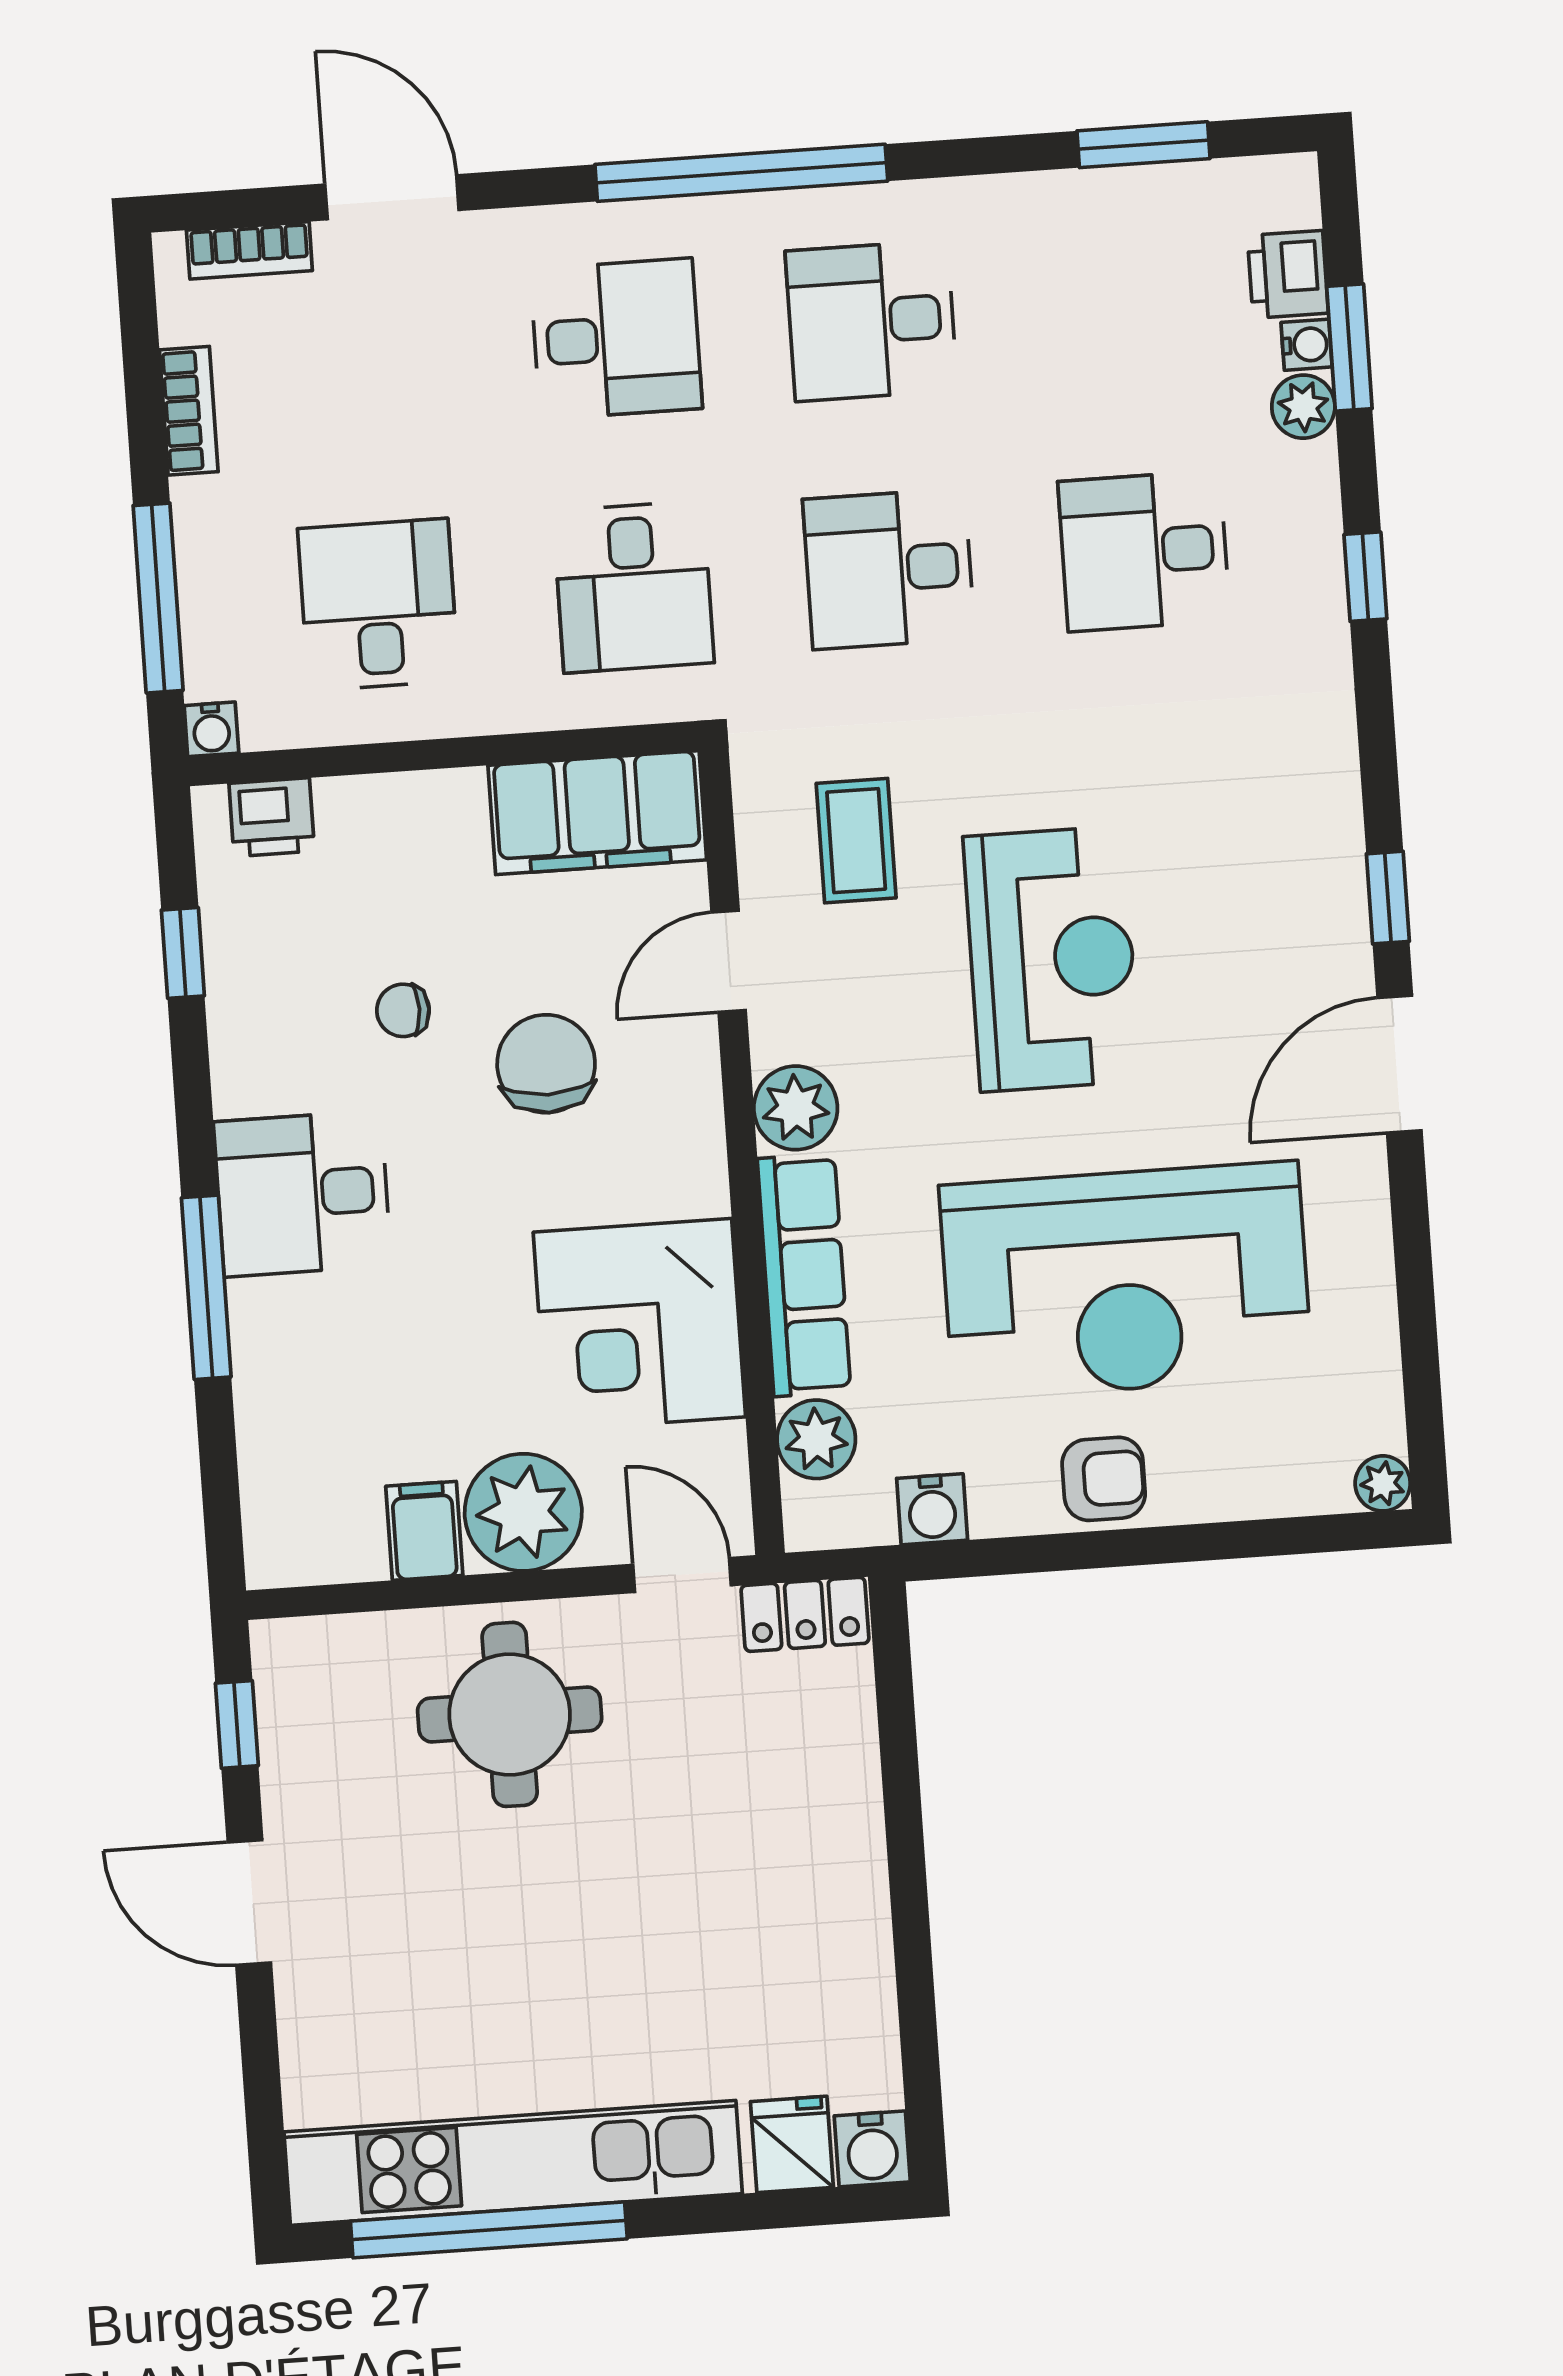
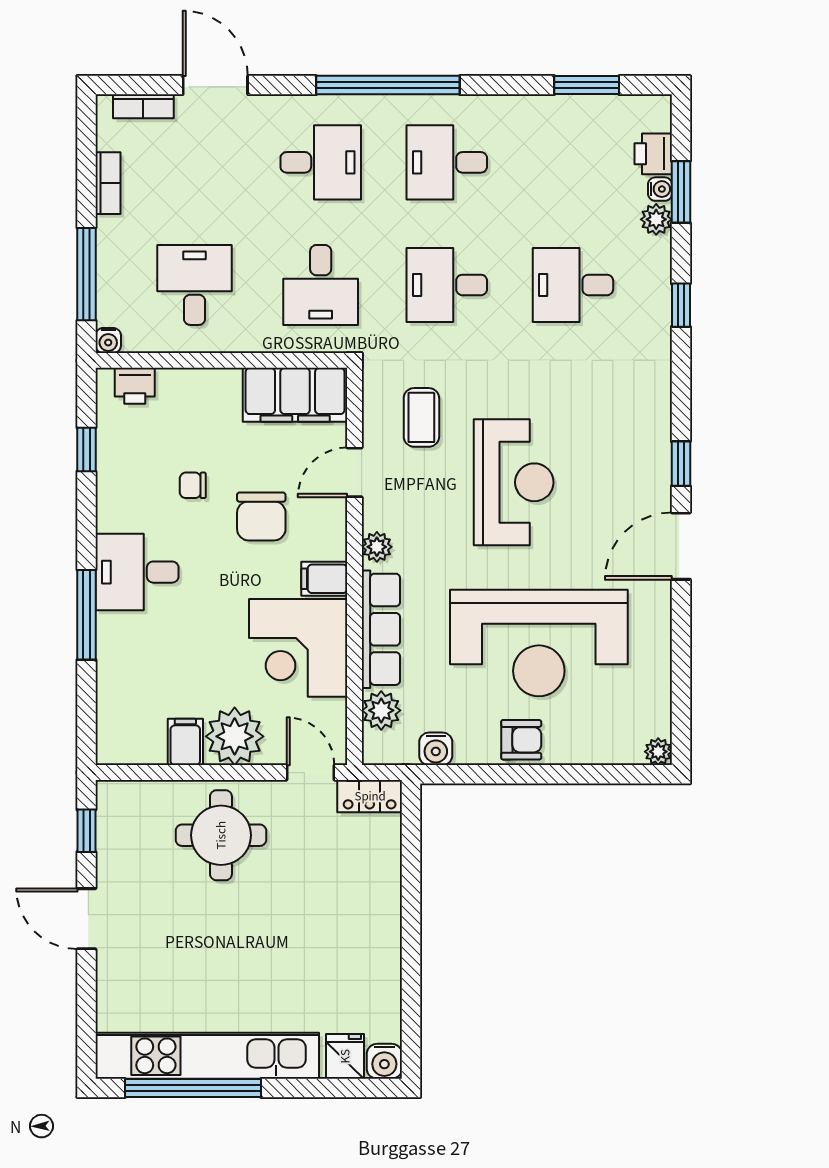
chair: (546, 1064) -> (261, 516), turned 180
plant: (796, 1108) -> (377, 547), width x0.73, depth x0.73
filing cabinet: (682, 1181) -> (324, 579), added

